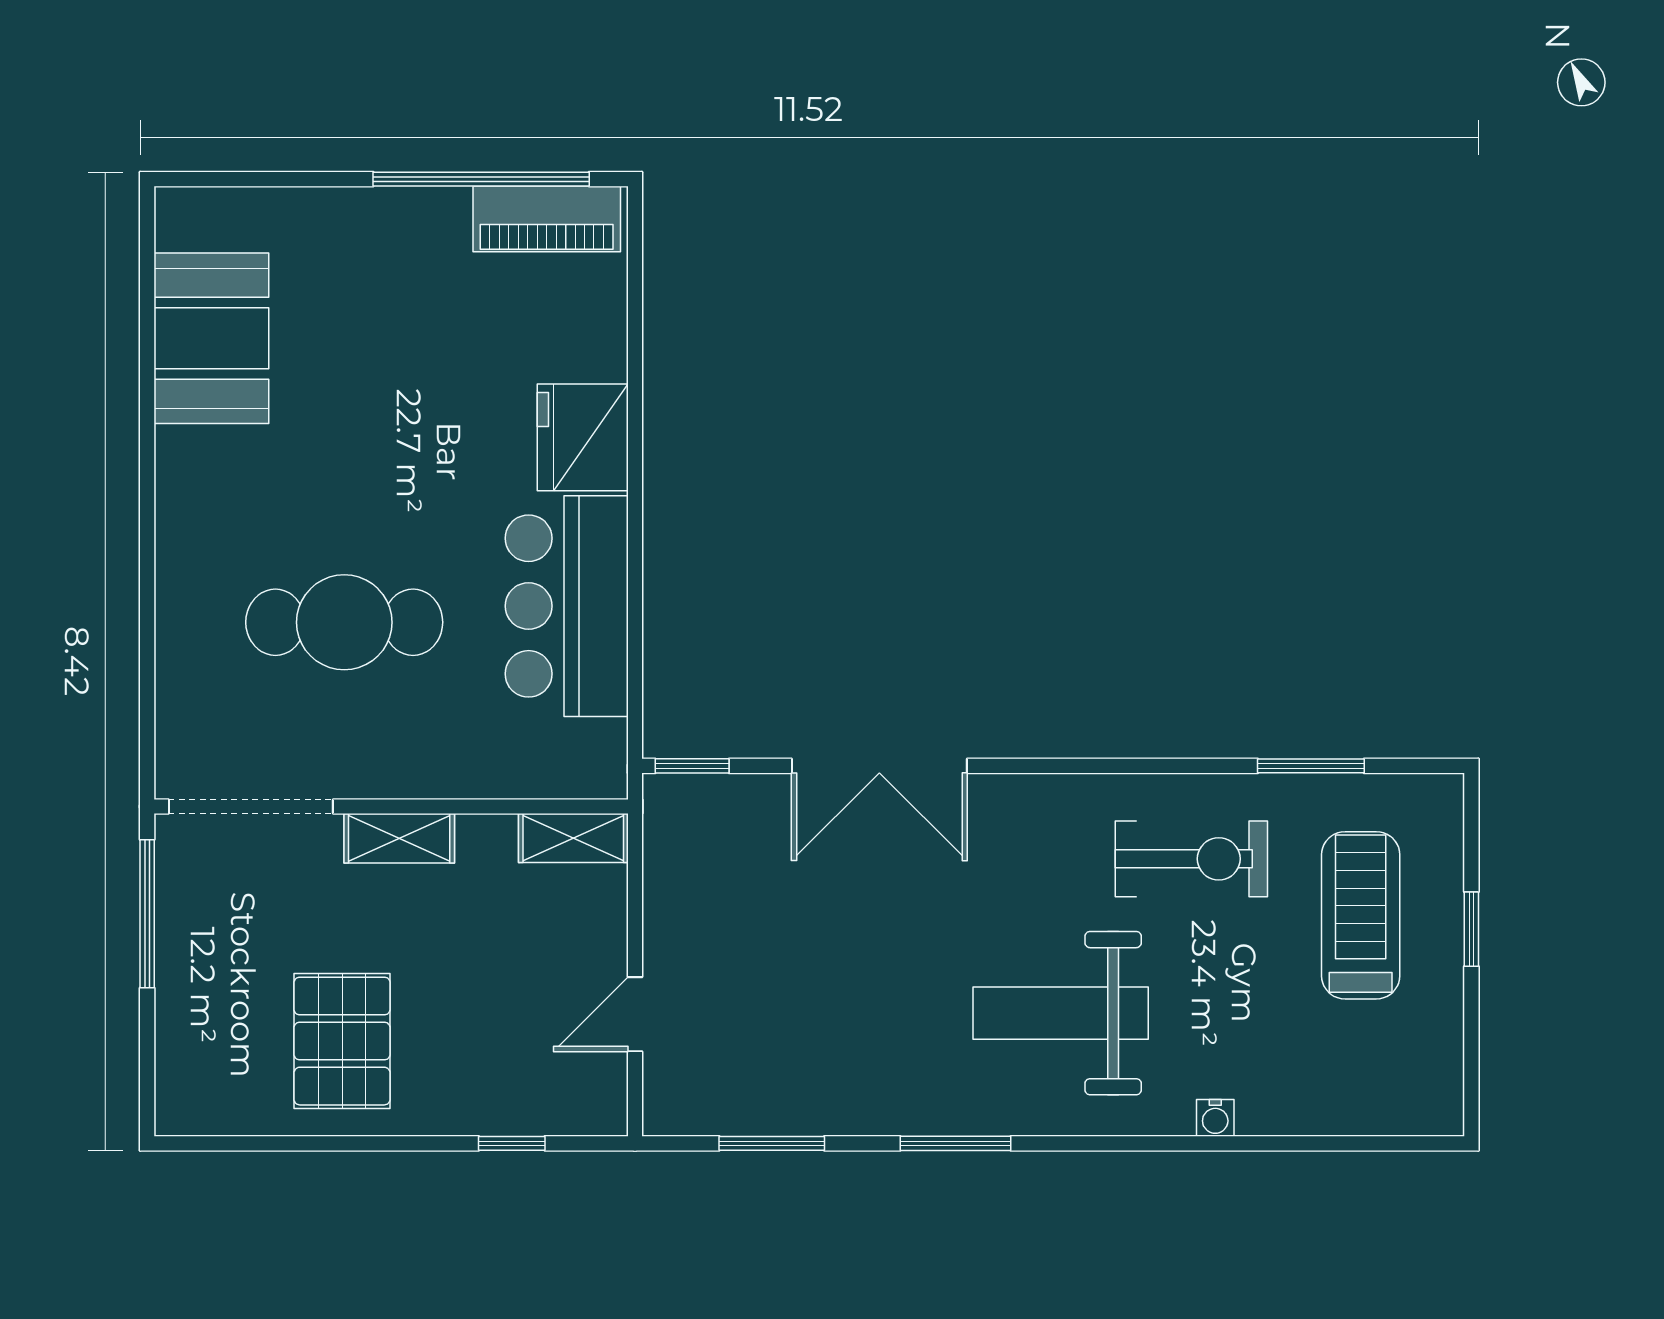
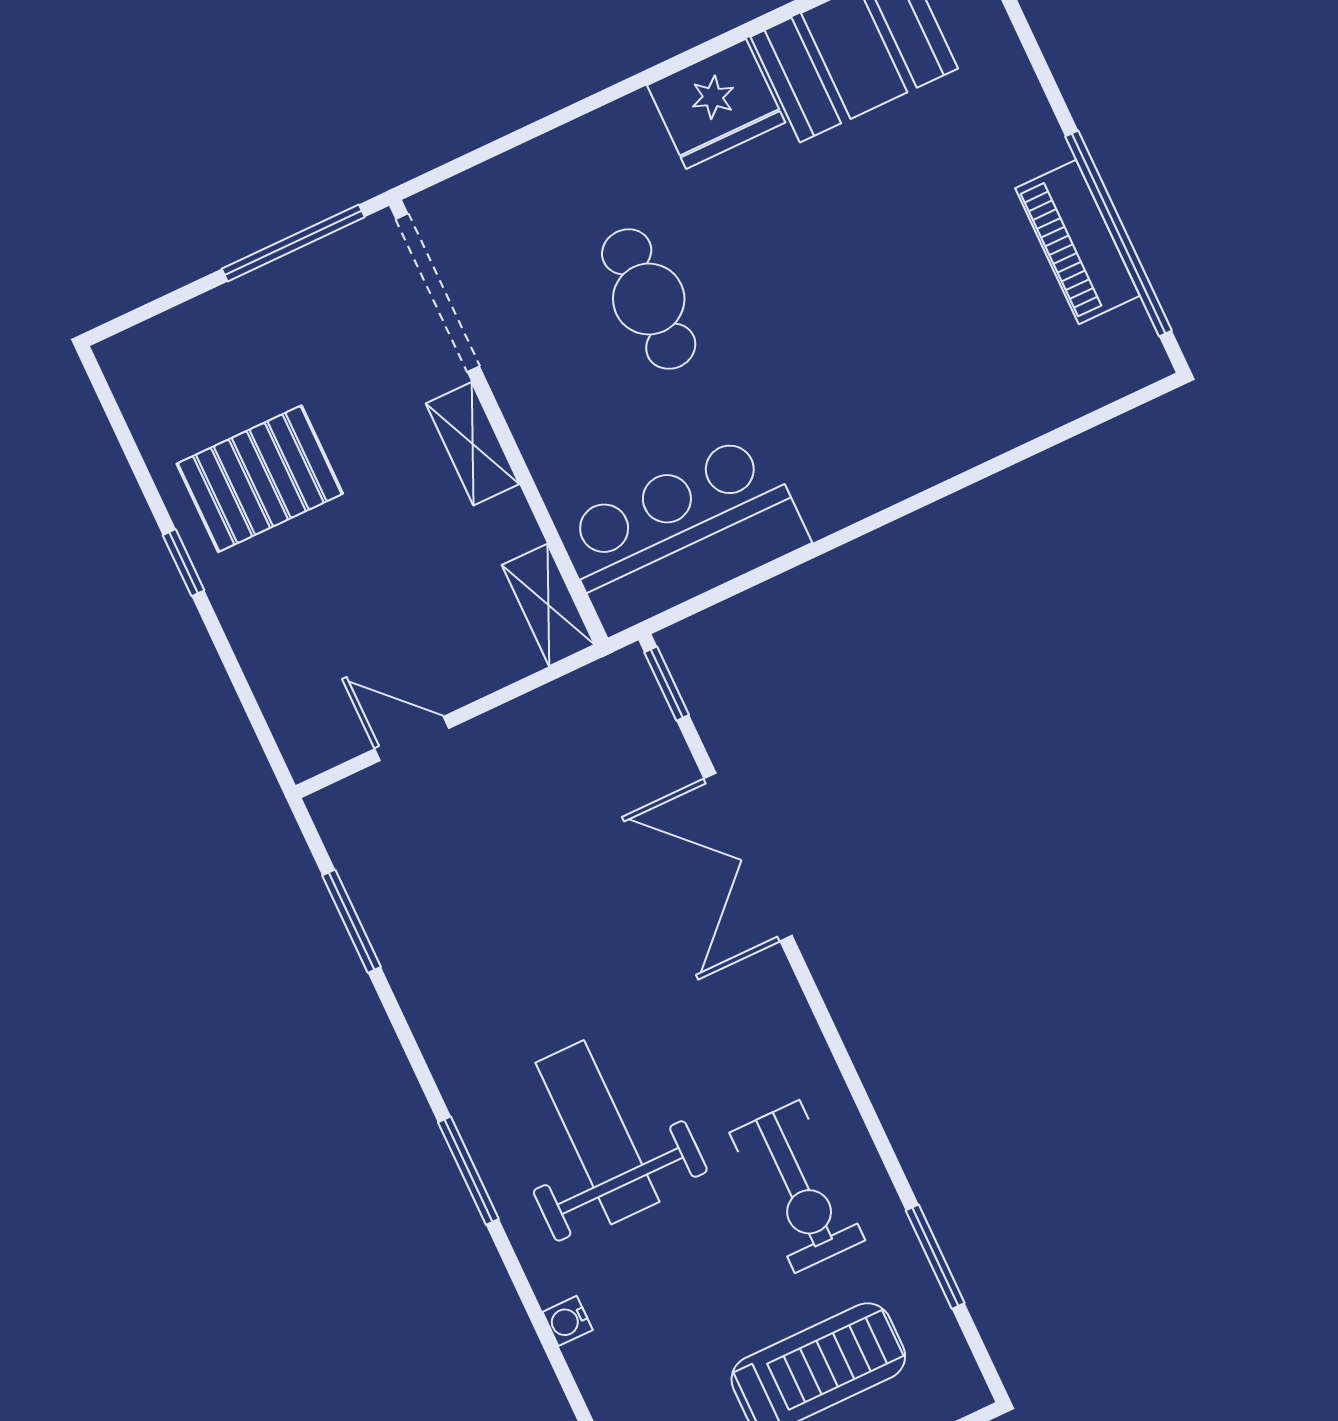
piano: (547, 219) -> (1077, 242), moved
fridge: (583, 437) -> (716, 104), moved, turned 180
bar counter: (567, 606) -> (683, 534), moved
cafe table: (344, 622) -> (649, 299), width x0.73, depth x0.74
window: (512, 1143) -> (184, 563), moved
window: (956, 1143) -> (468, 1171), moved

